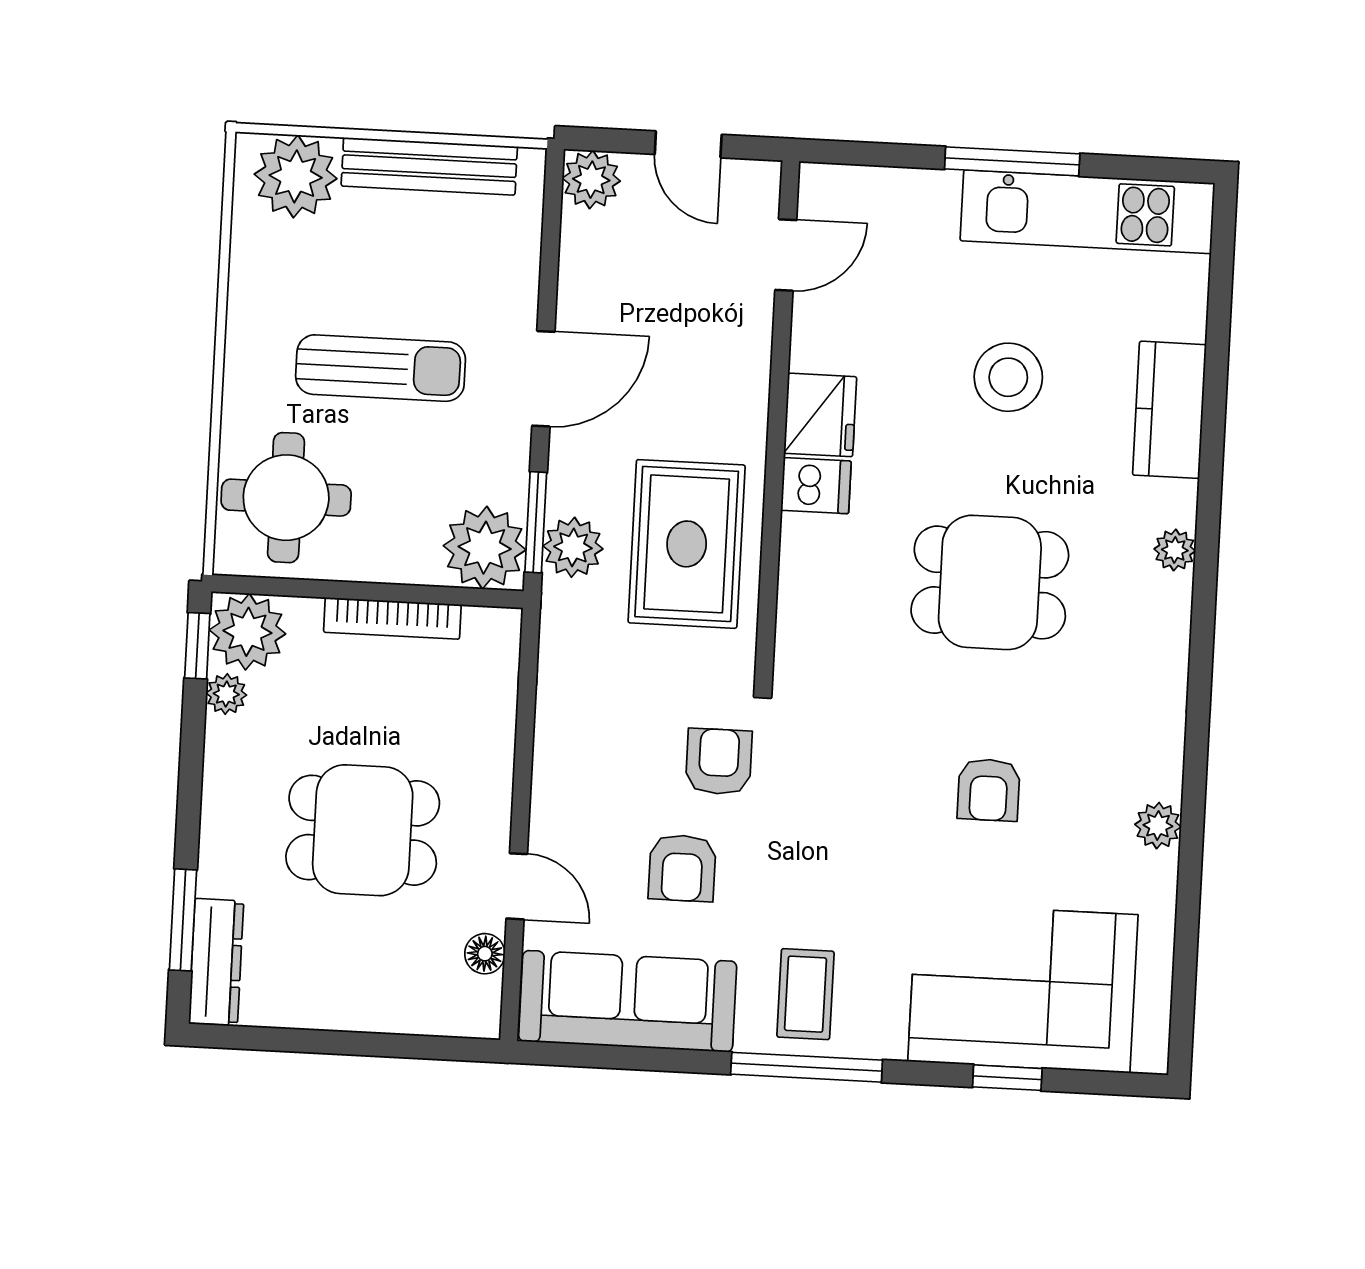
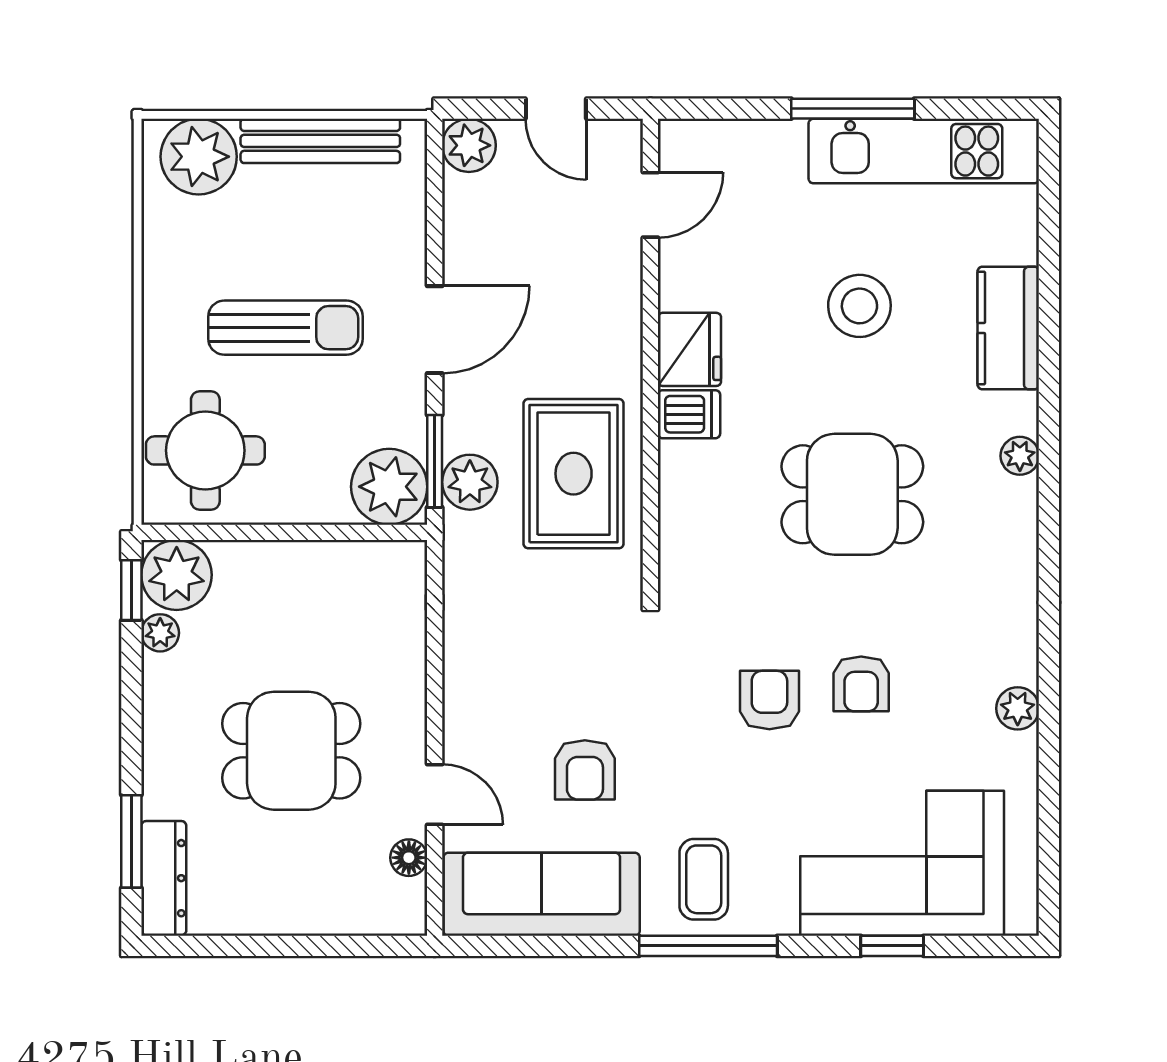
bookcase: (392, 618) -> (308, 556), removed
armchair: (719, 762) -> (769, 700), moved

